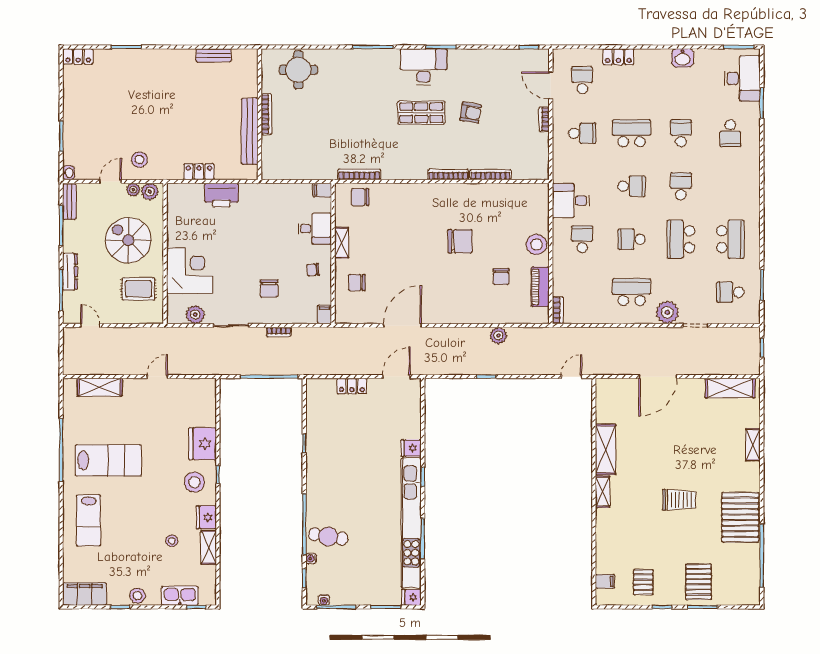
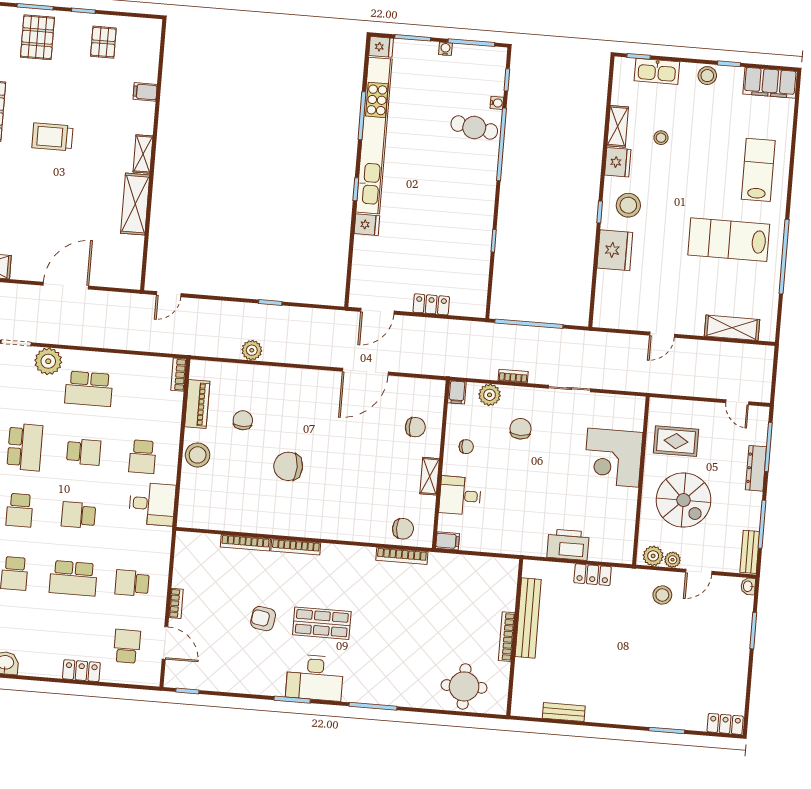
school desk: (582, 80) -> (127, 646), turned 180
plant: (195, 315) -> (490, 395), moved
filing cabinet: (605, 581) -> (145, 92), moved
water cooler: (324, 600) -> (445, 49), moved

